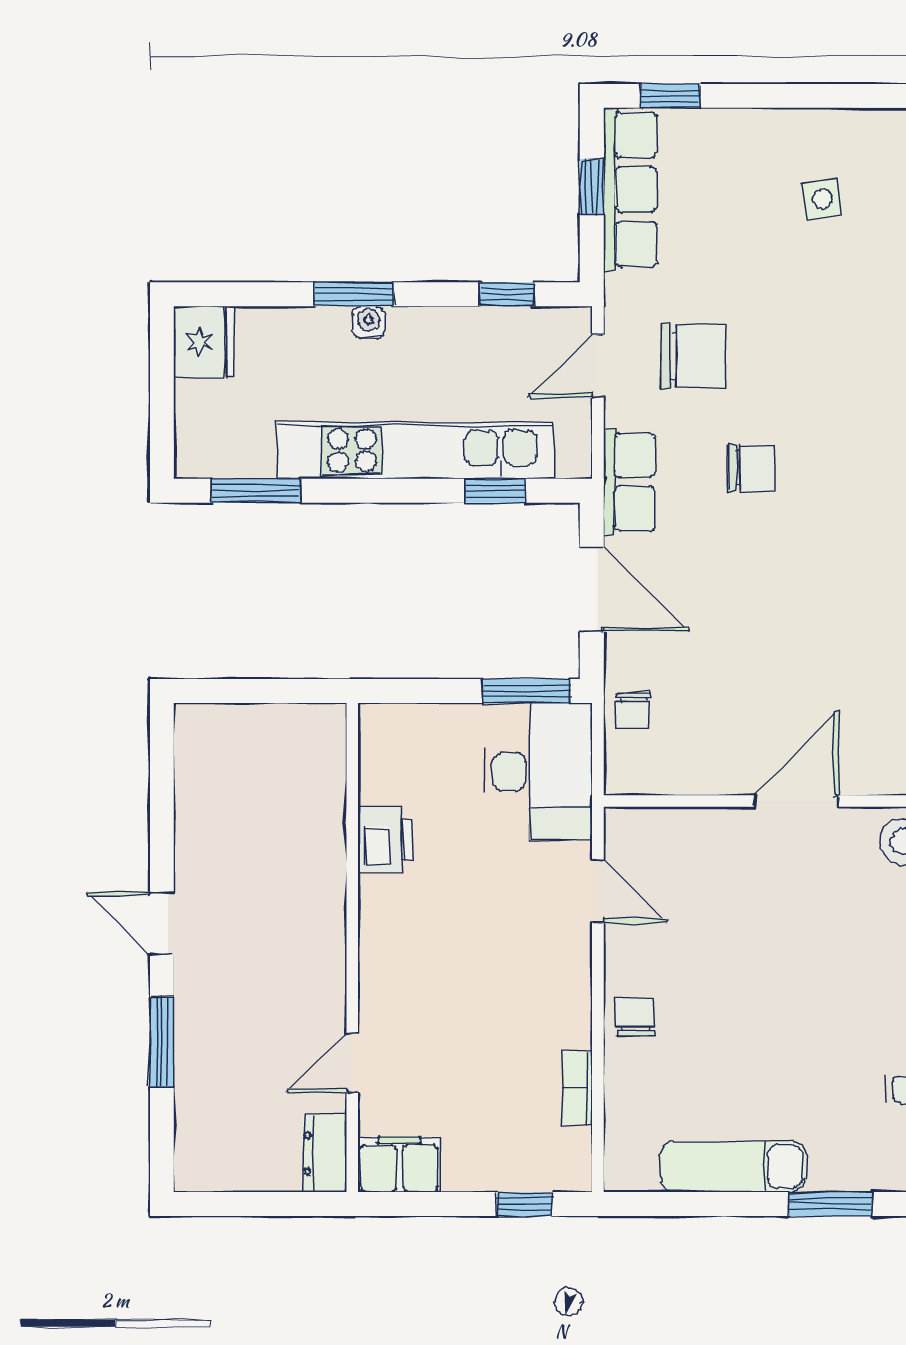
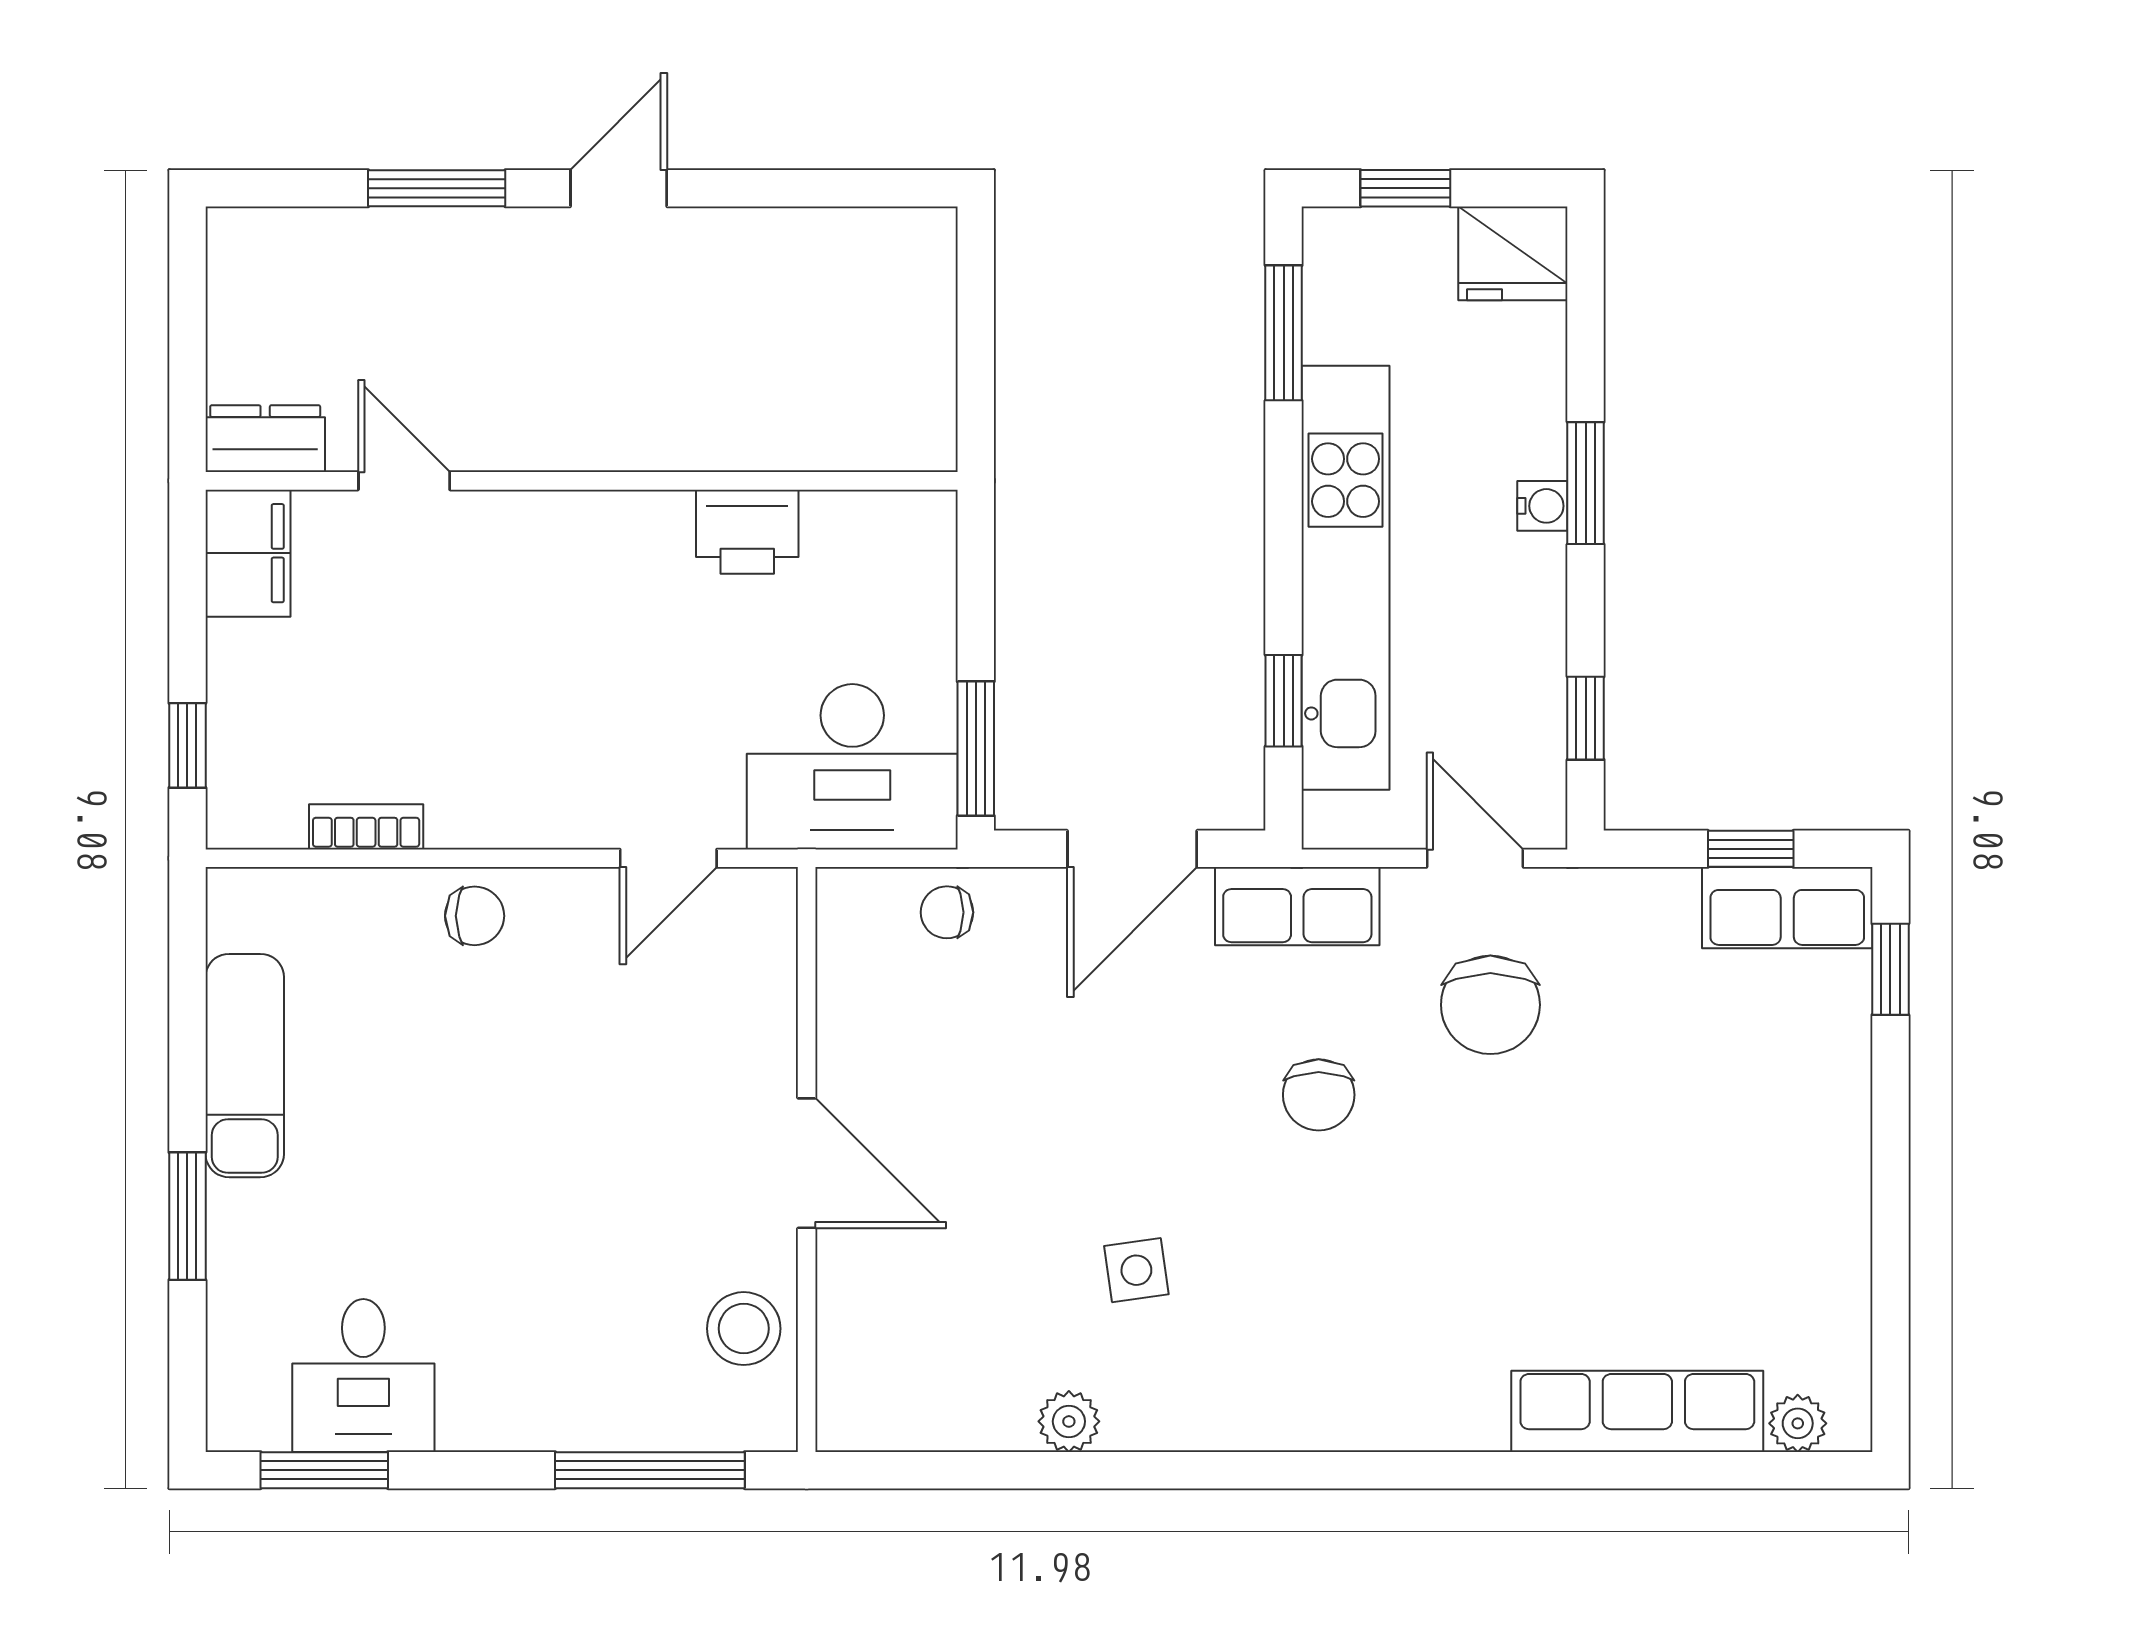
row of seats: (630, 189) -> (1787, 908), width x0.68
side table: (822, 199) -> (1136, 1270), moved
window: (162, 412) -> (1405, 188), added

